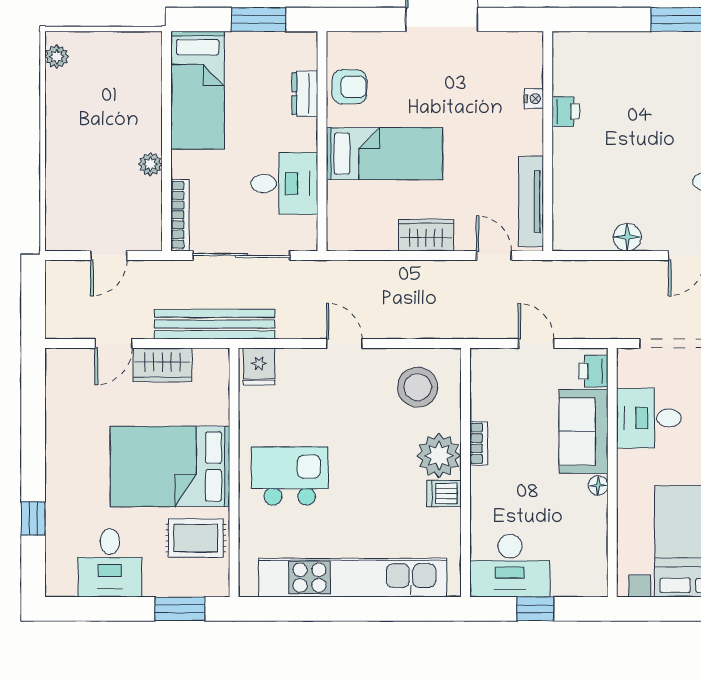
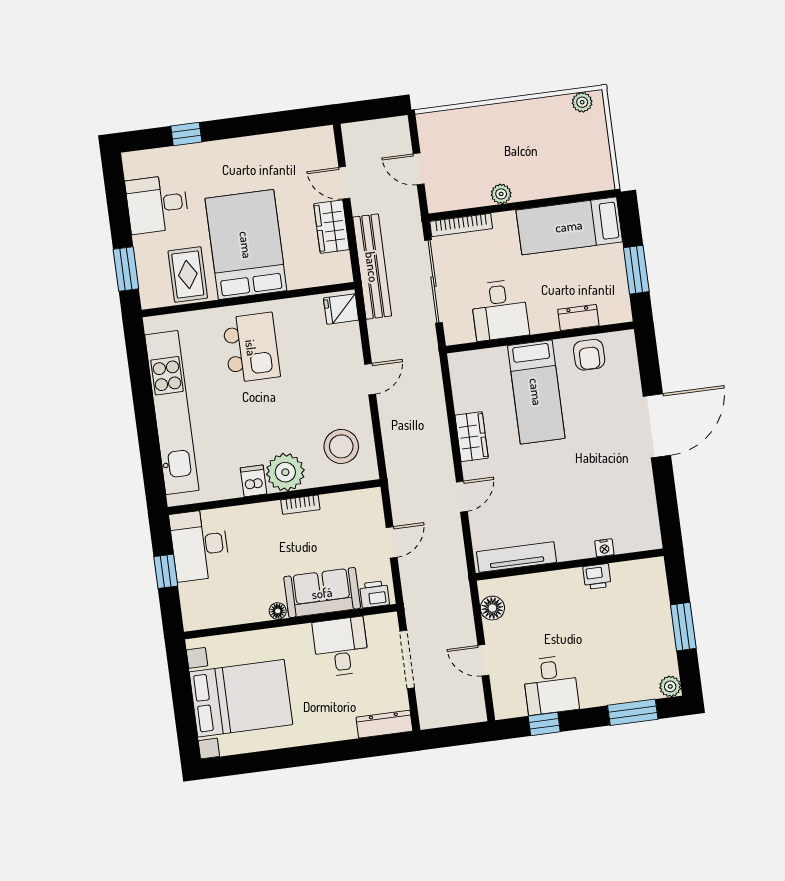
nightstand: (534, 99) -> (604, 548), moved
printer: (566, 112) -> (597, 577), moved
wall: (548, 141) -> (570, 564), moved
tv unit: (531, 202) -> (516, 557), moved

